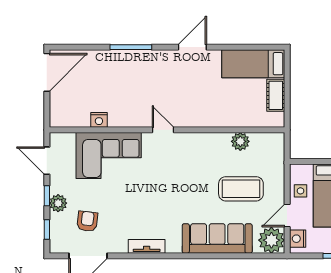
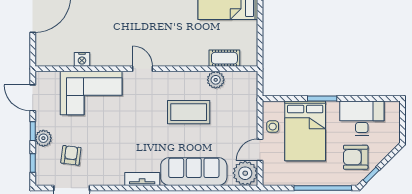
cot: (276, 95) -> (224, 58), moved, turned 90
coffee table: (241, 189) -> (189, 112), moved
nightstand: (298, 239) -> (270, 172), removed
tv unit: (147, 246) -> (142, 179), moved

